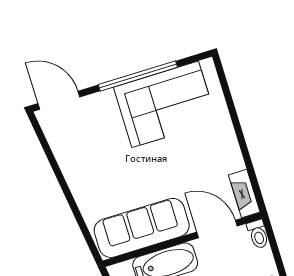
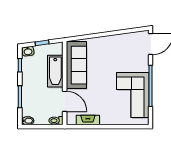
fireplace: (244, 194) -> (88, 120), moved
door: (217, 229) -> (65, 101), hinge flipped

